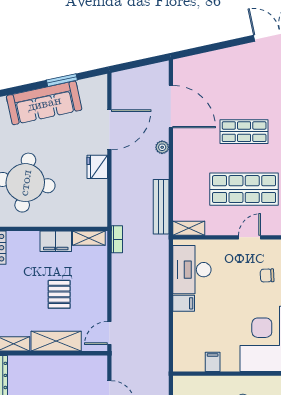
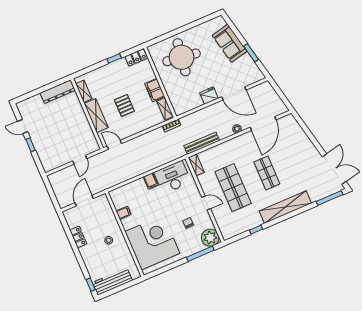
sofa: (44, 103) -> (230, 43), width x0.73
pallet: (59, 294) -> (124, 105), turned 90

